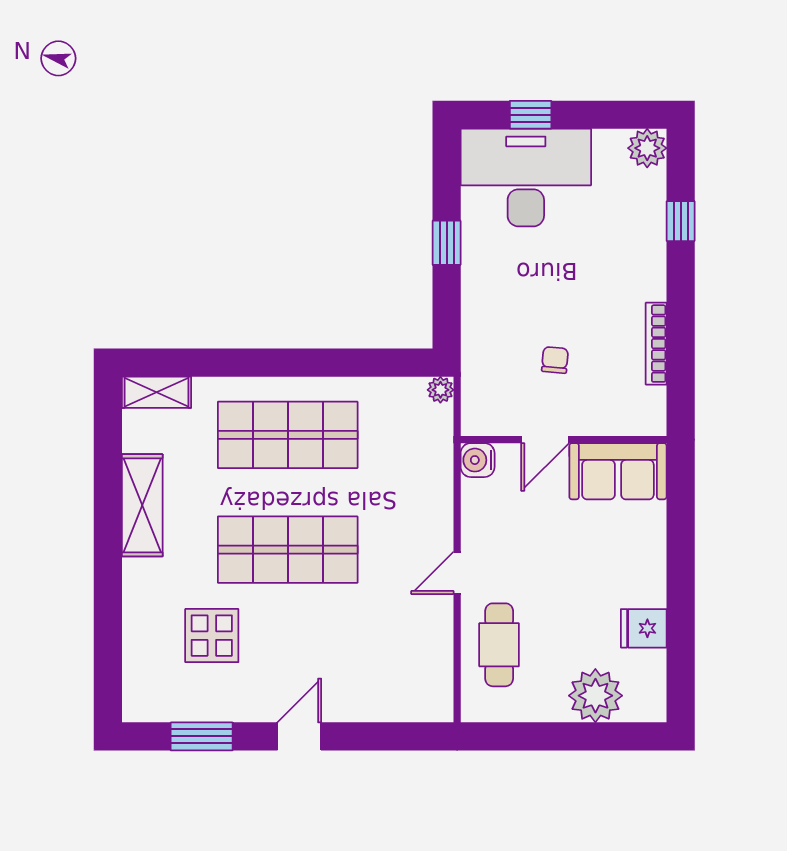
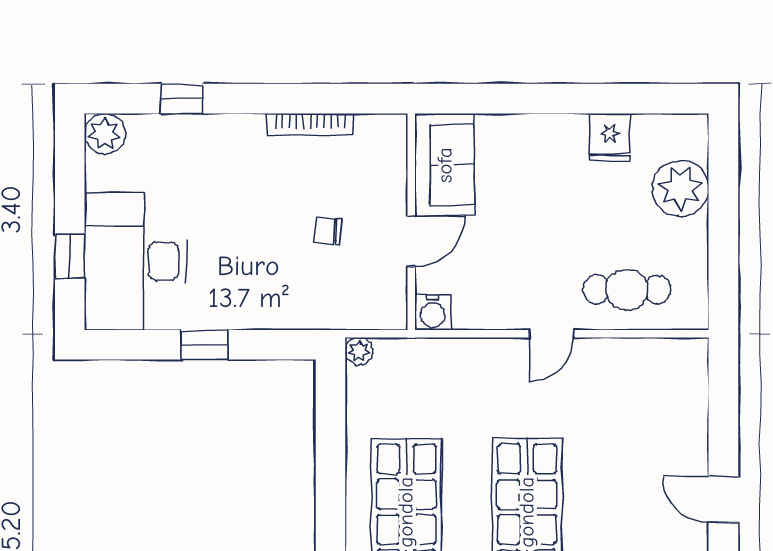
door: (545, 440) -> (411, 241), hinge flipped
door: (457, 573) -> (551, 334), hinge flipped

